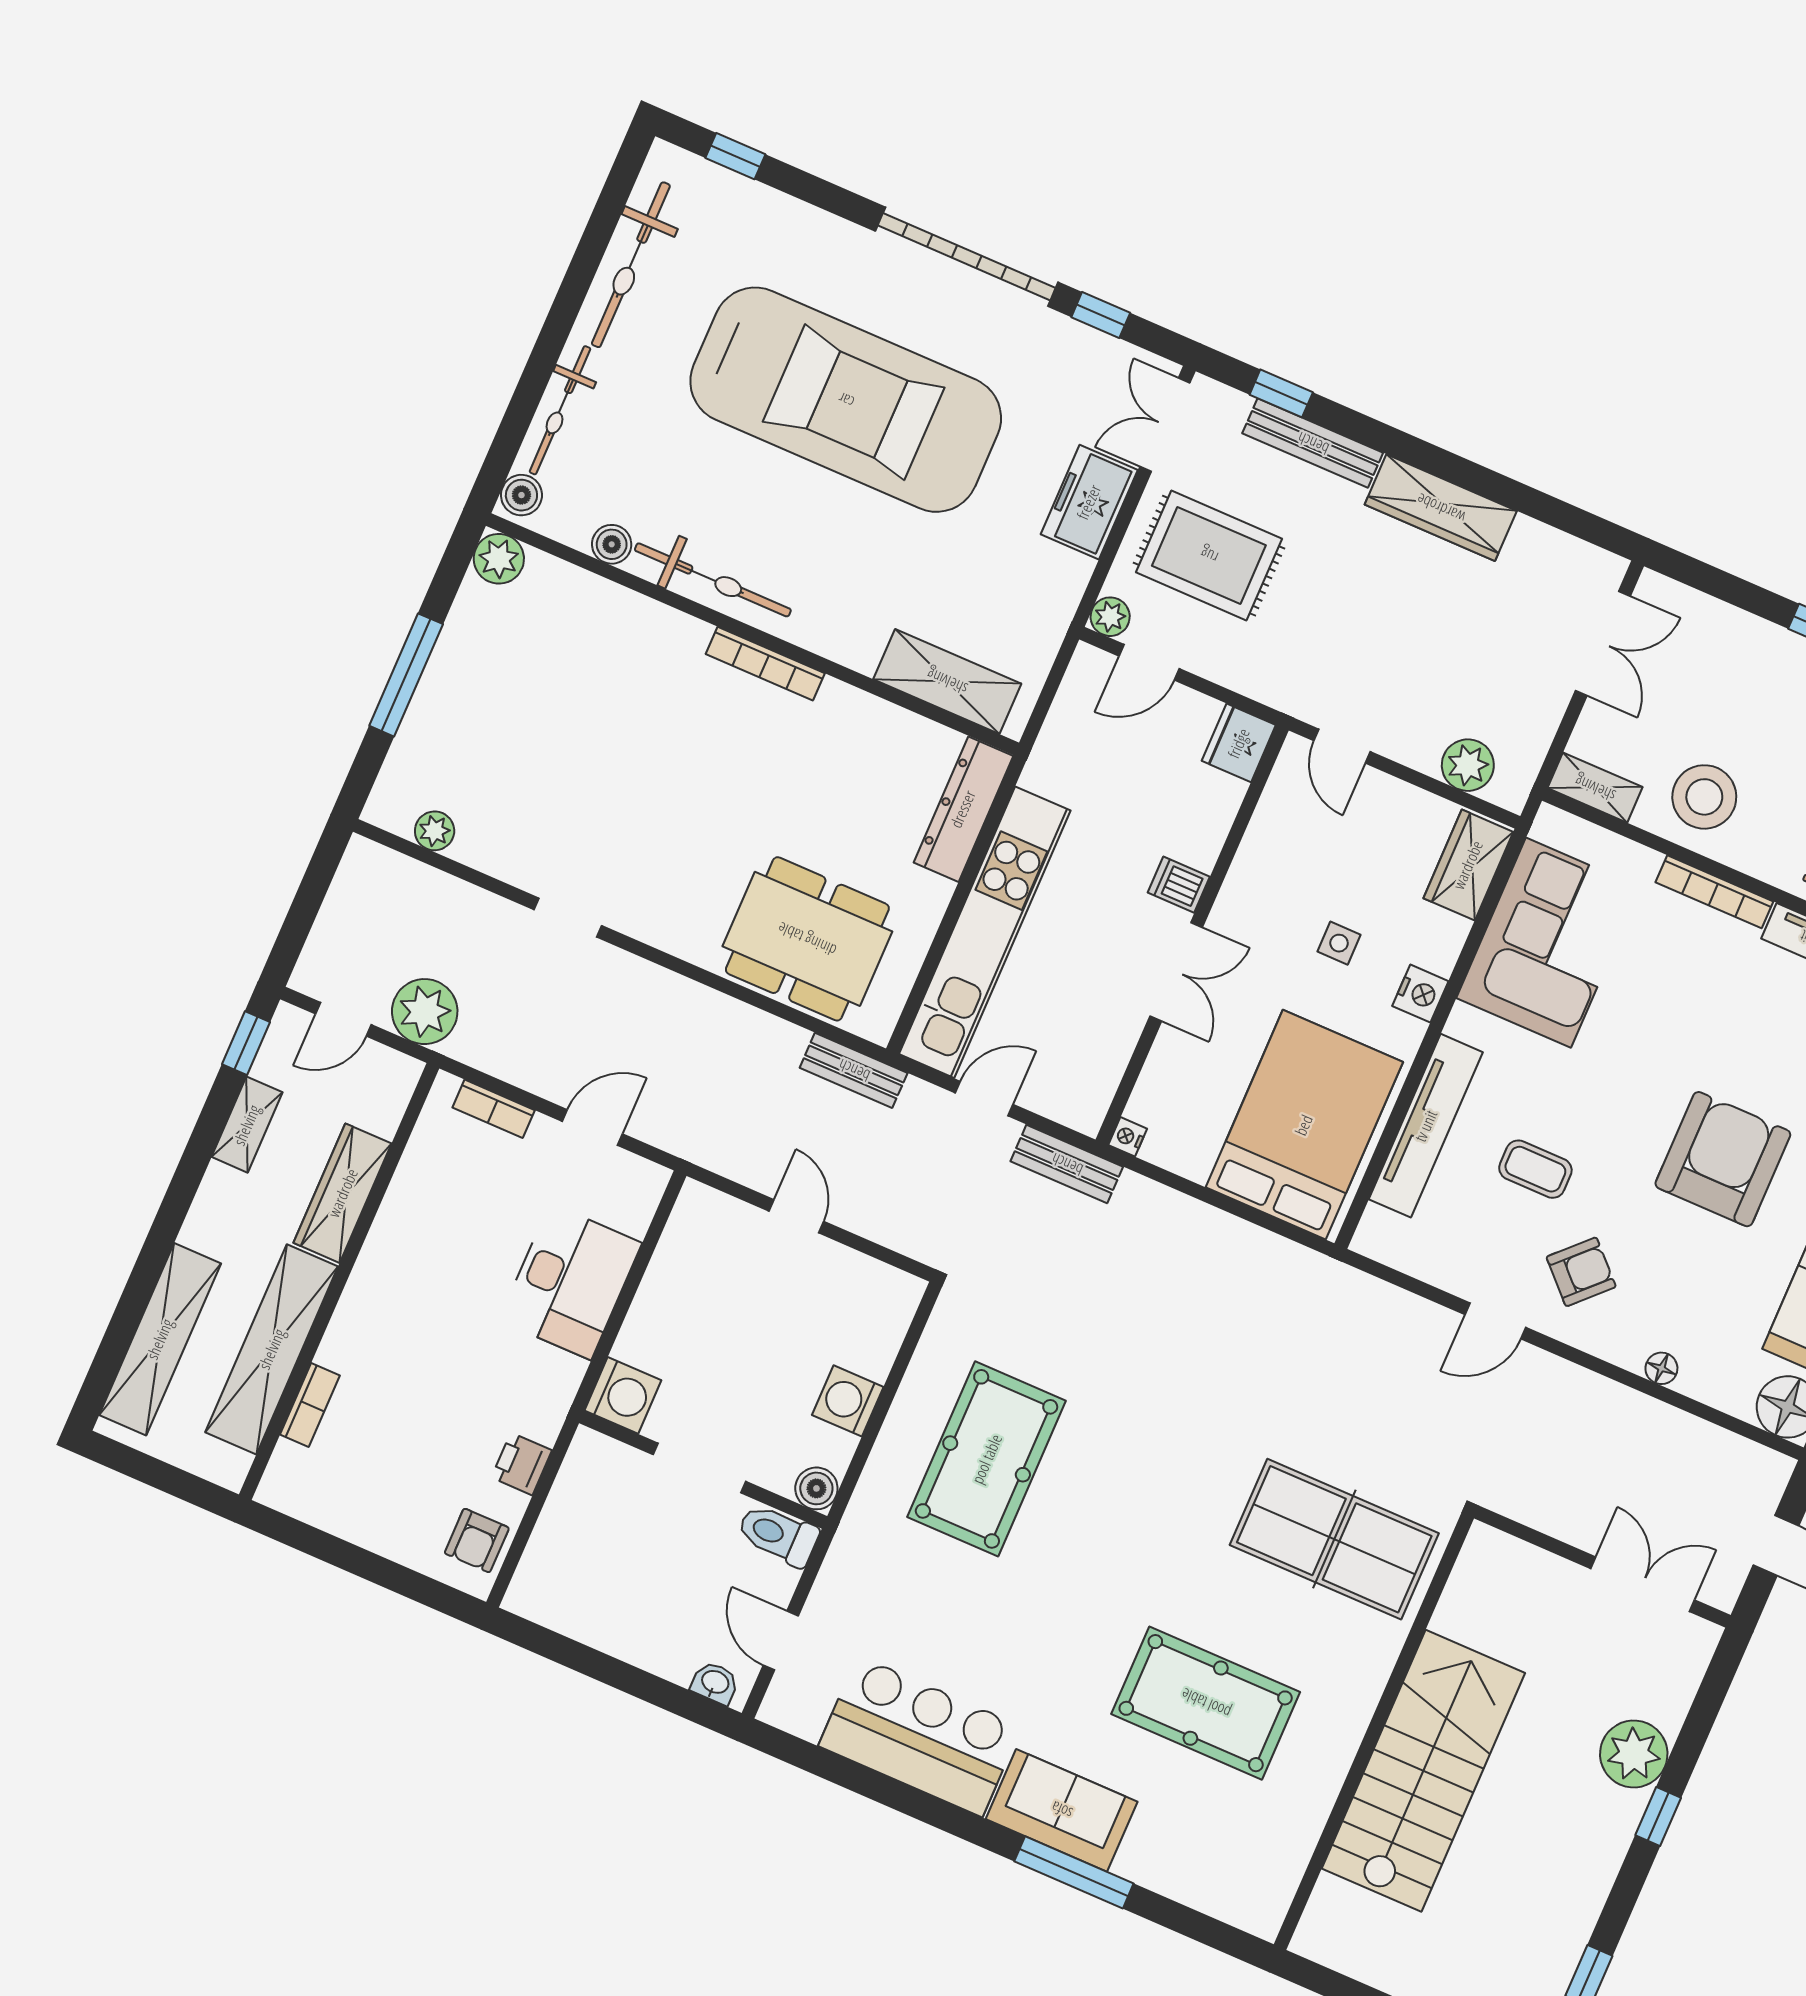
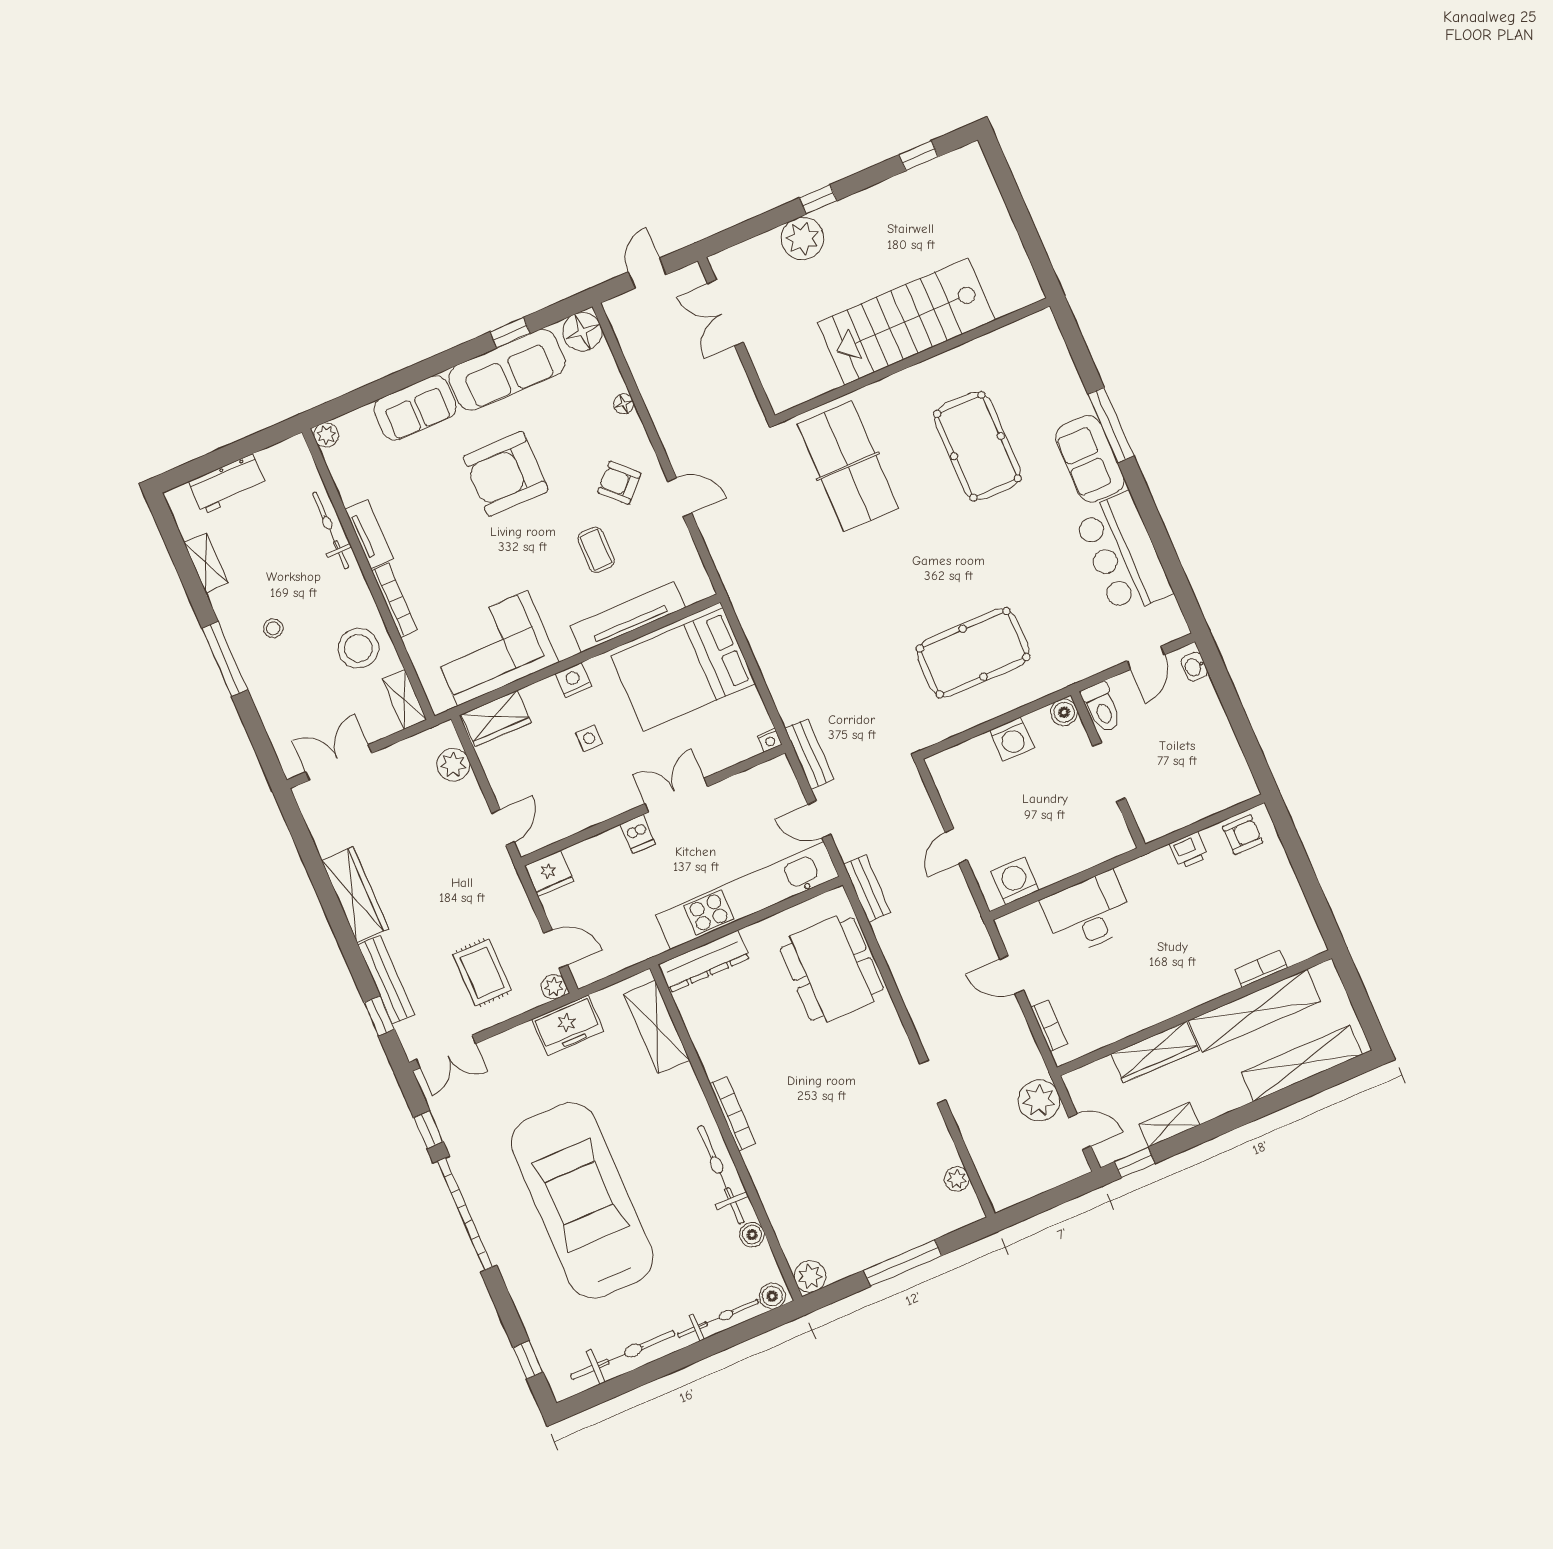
freezer: (1089, 502) -> (568, 1025), moved
rug: (1209, 555) -> (482, 972), width x0.73, depth x0.70
washing machine: (623, 1395) -> (1015, 881), moved

